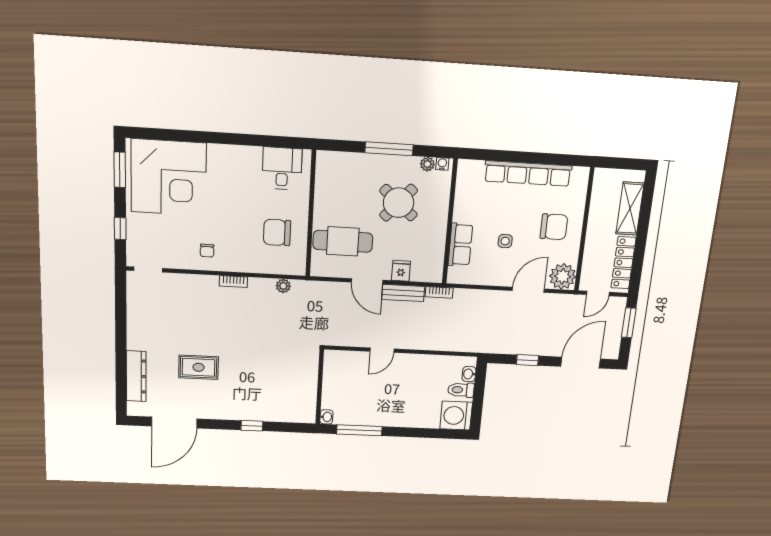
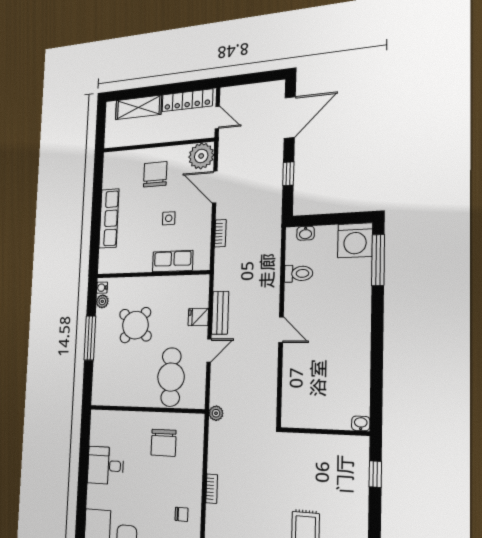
desk: (282, 168) -> (105, 466), moved
row of seats: (528, 173) -> (109, 218), width x0.73
door: (367, 281) -> (209, 350), width x0.73
plant: (283, 286) -> (216, 413), moved
bookcase: (439, 292) -> (220, 233), moved
window: (629, 323) -> (246, 79), removed
door: (581, 363) -> (290, 118), swing flipped
wall: (320, 387) -> (324, 432), moved
toilet: (461, 390) -> (299, 273), moved, turned -90
washbasin: (326, 417) -> (361, 423), moved
window: (359, 430) -> (378, 260), moved

